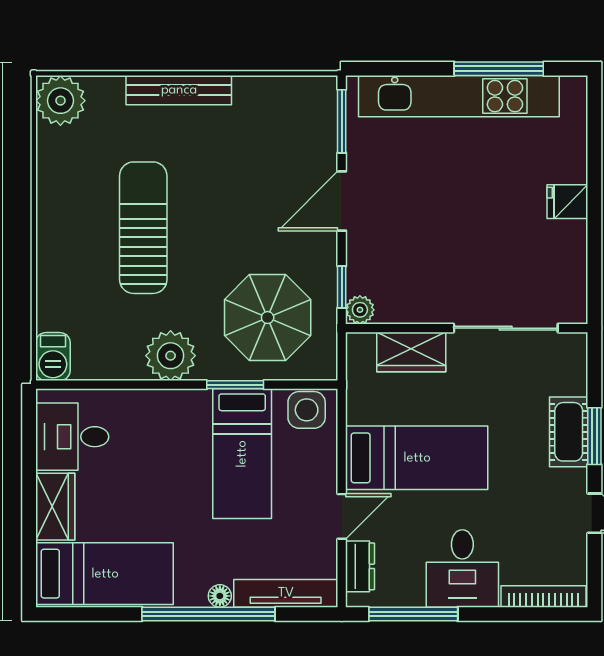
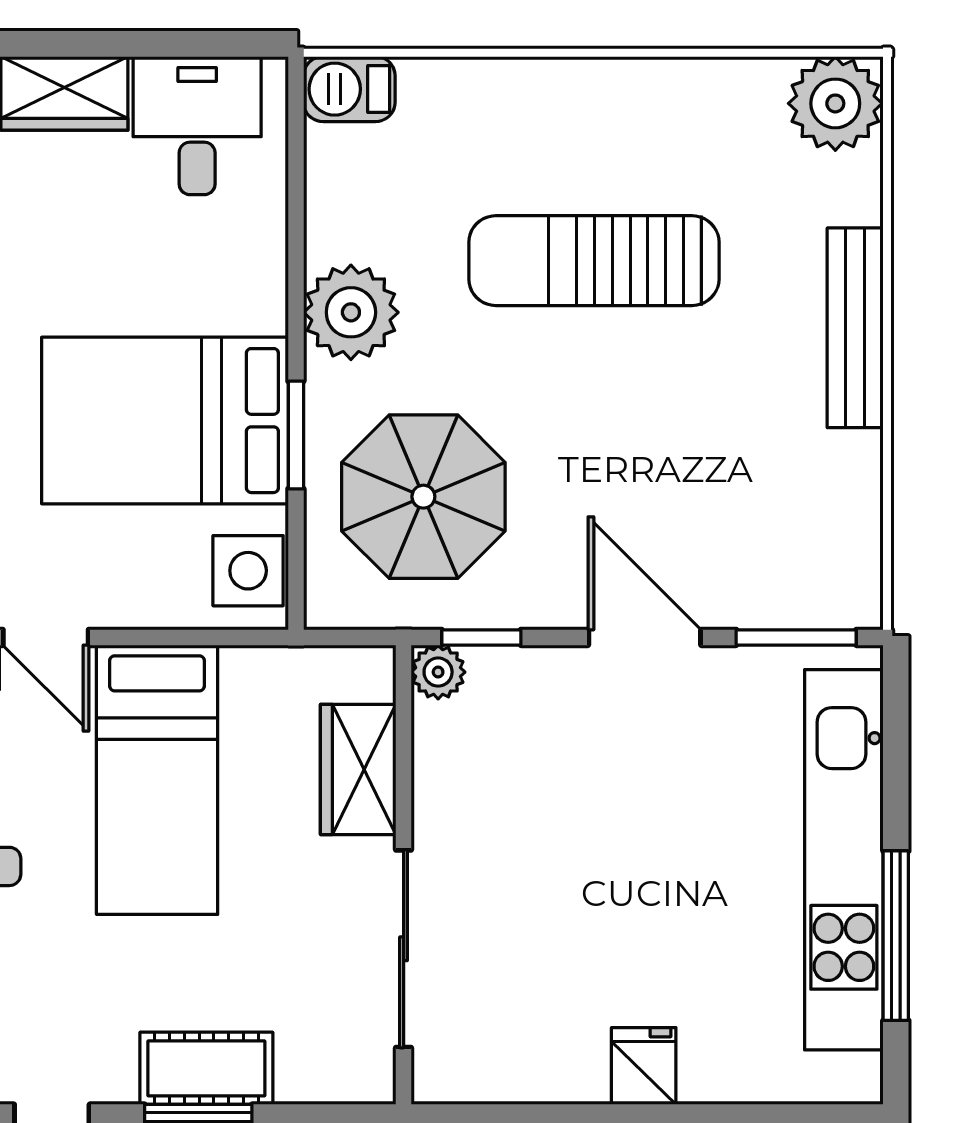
sun lounger: (143, 228) -> (594, 261), turned 180
bed: (242, 454) -> (165, 421), width x1.50

